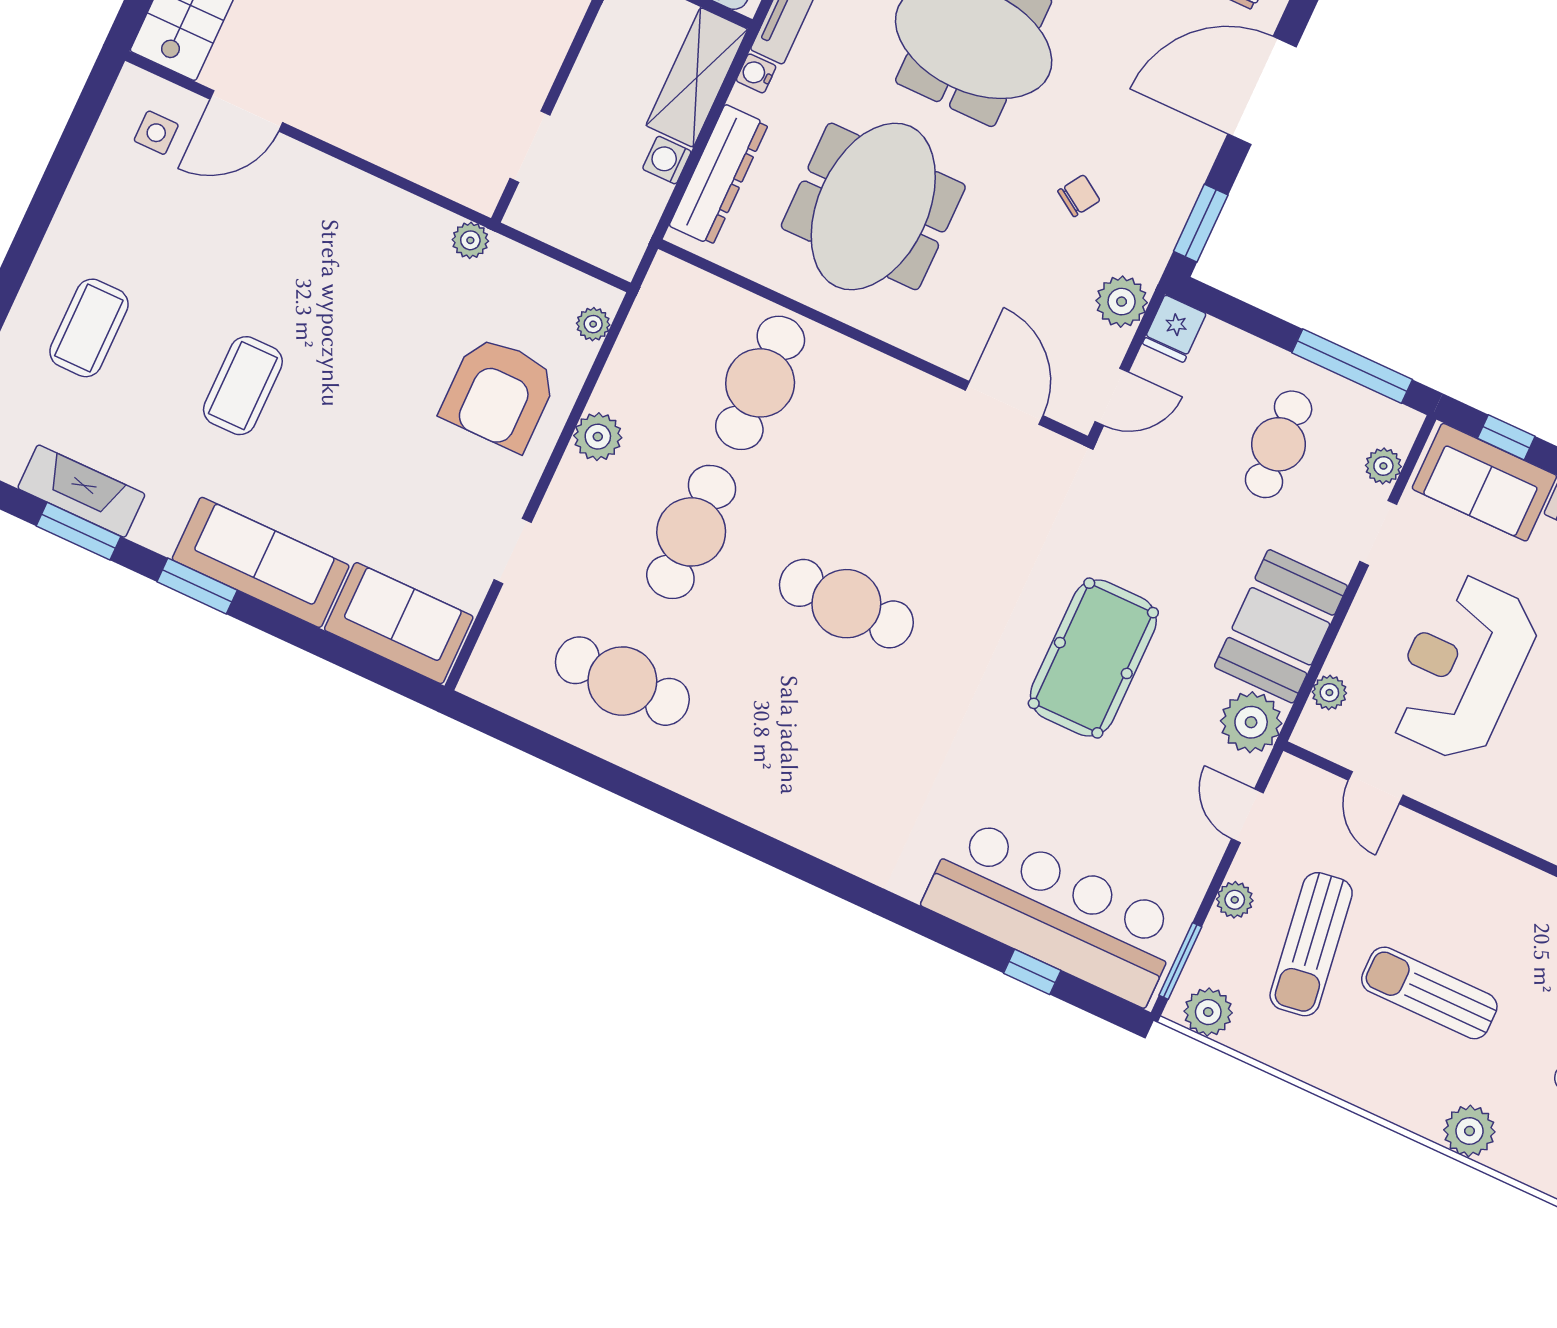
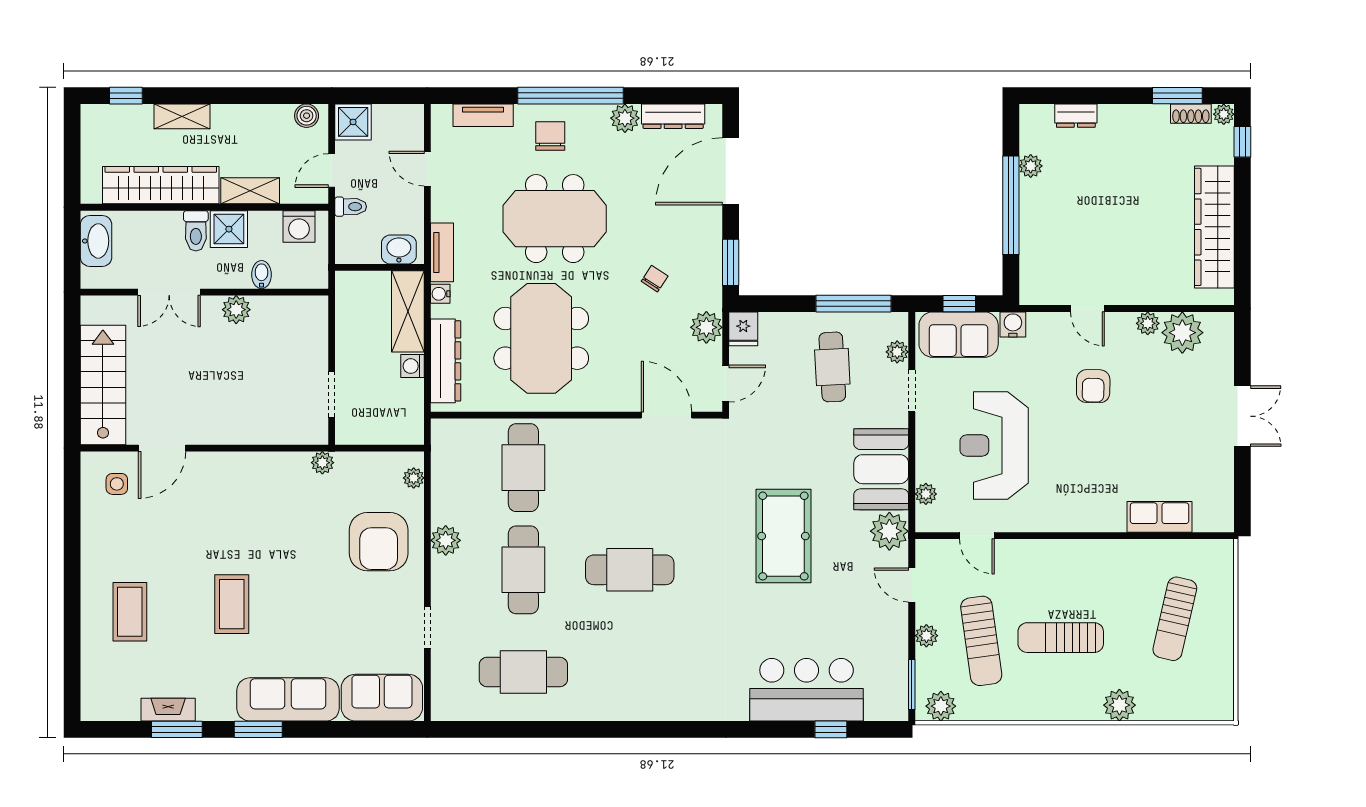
fireplace: (81, 491) -> (168, 710), width x0.73, depth x0.76
bar counter: (1053, 912) -> (807, 690), width x0.73

